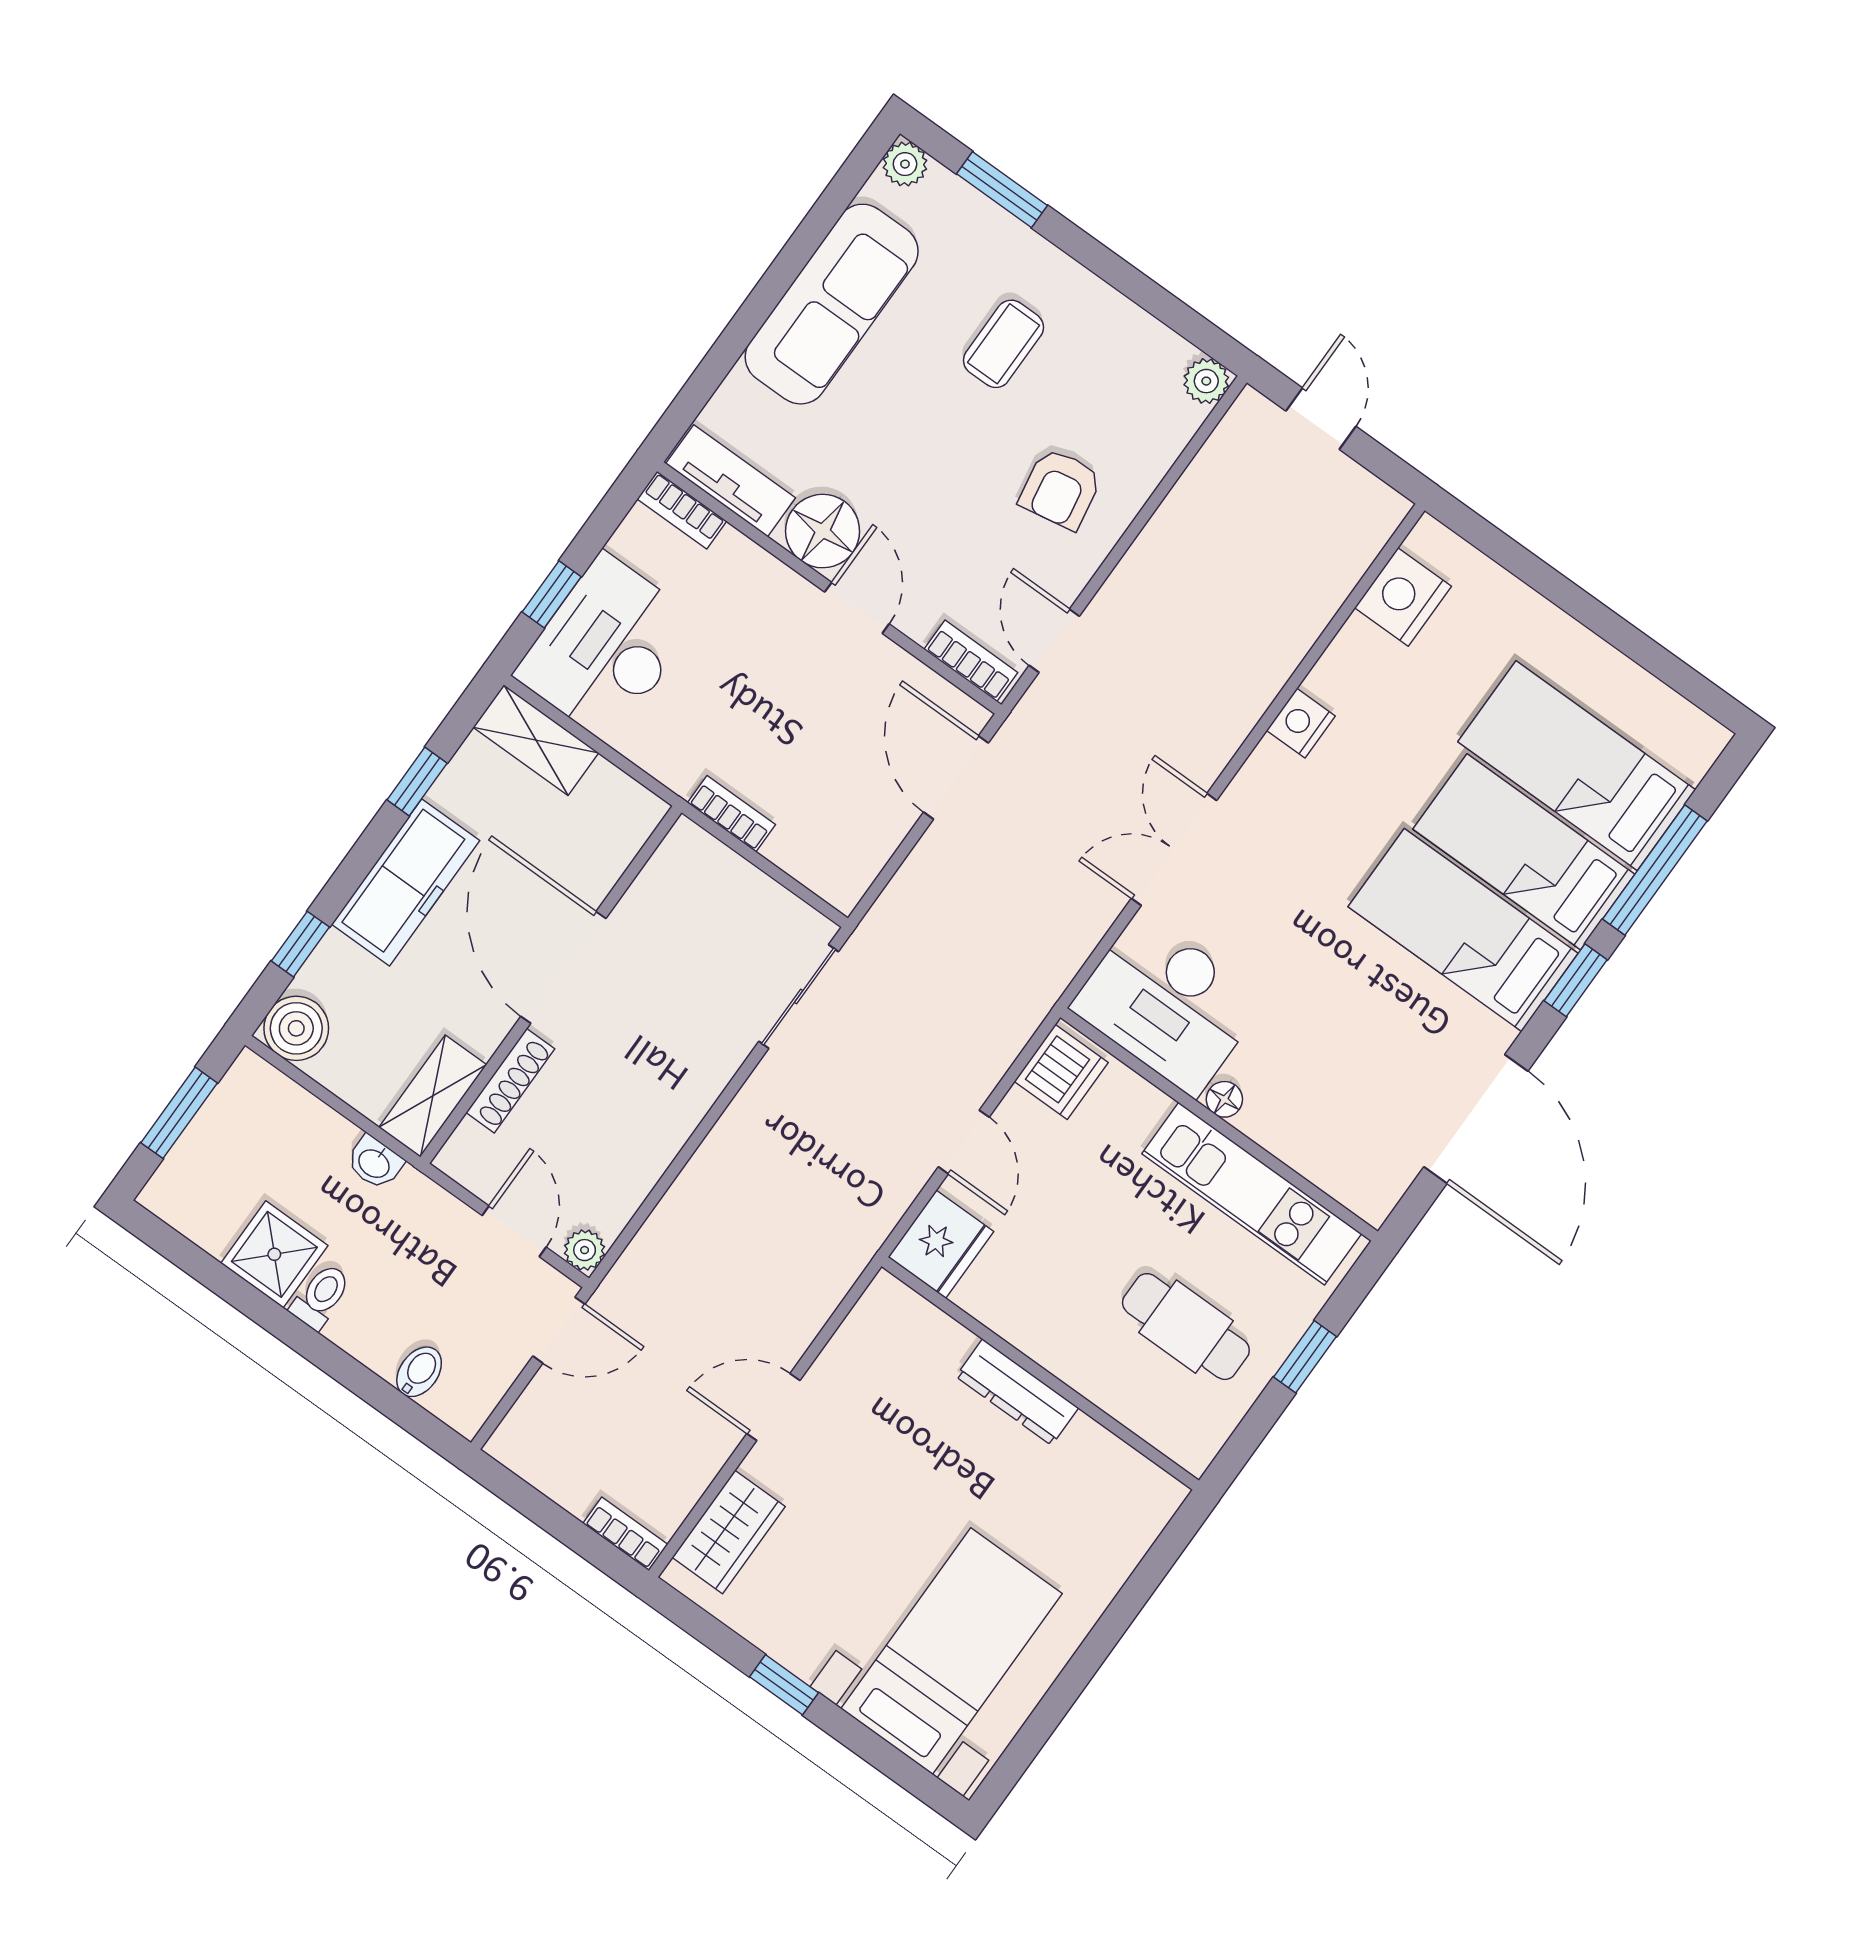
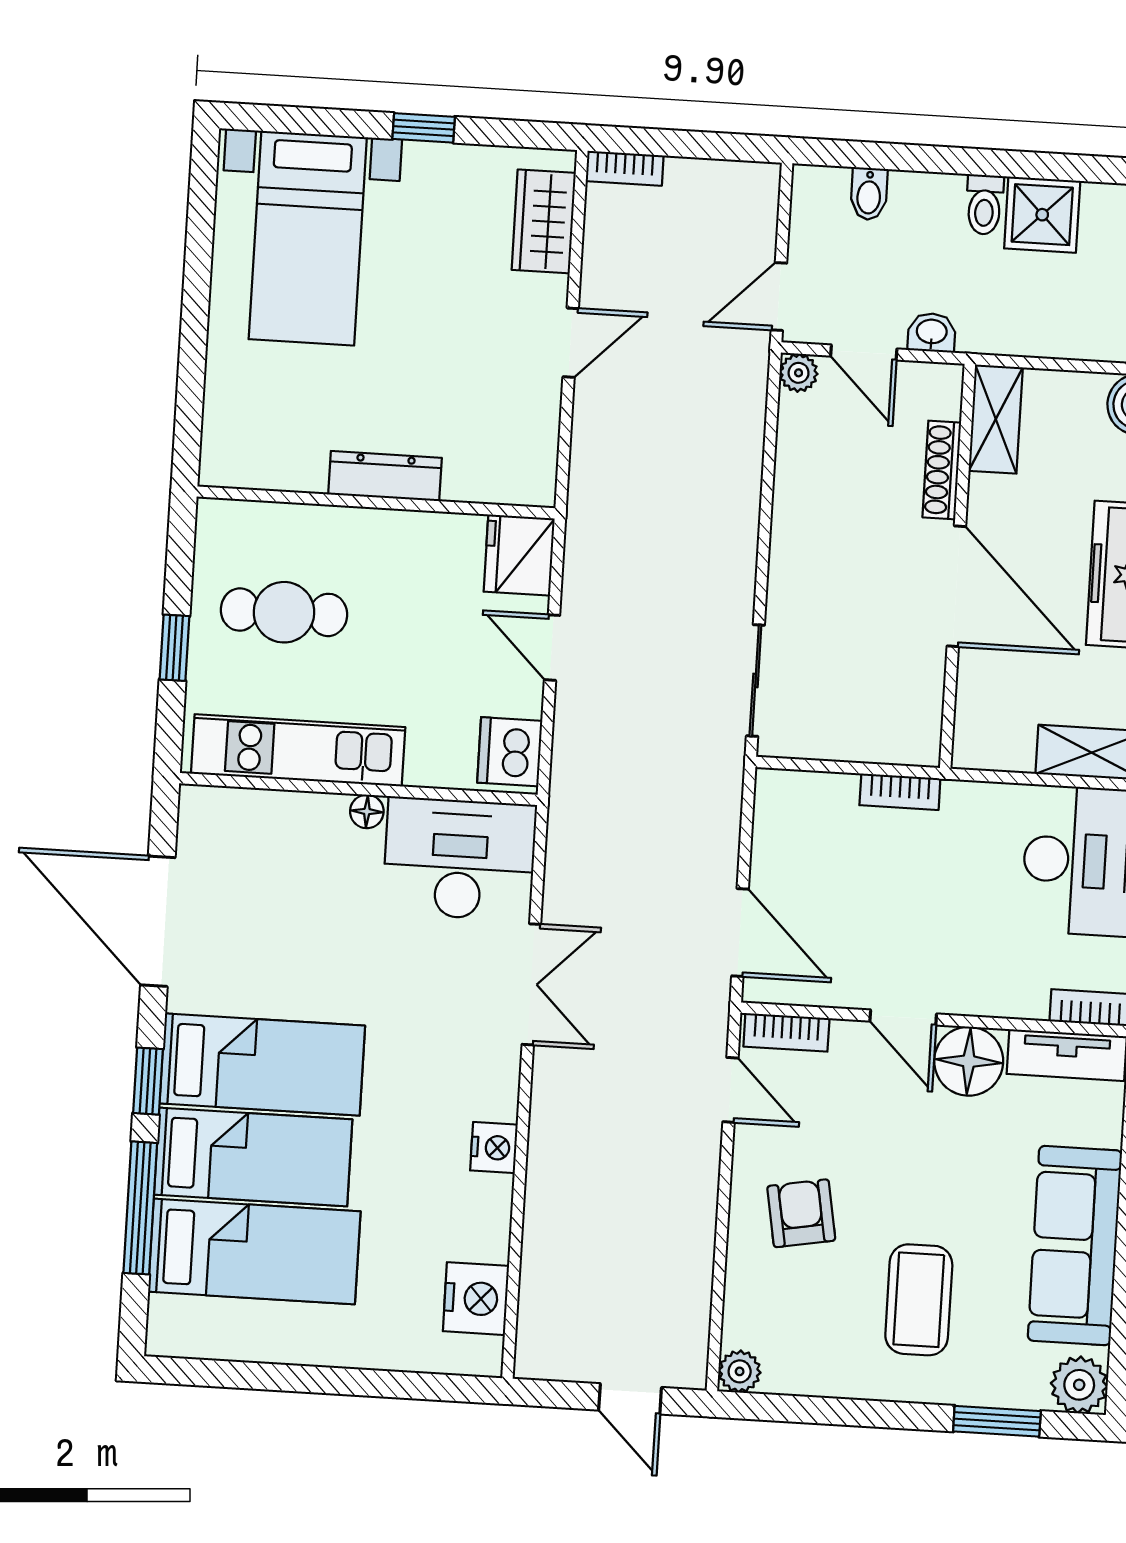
plant: (905, 164) -> (1079, 1385), width x1.38, depth x1.38
coffee table: (1003, 344) -> (919, 1300), width x1.36, depth x1.30
washbasin: (375, 1163) -> (932, 333), moved

